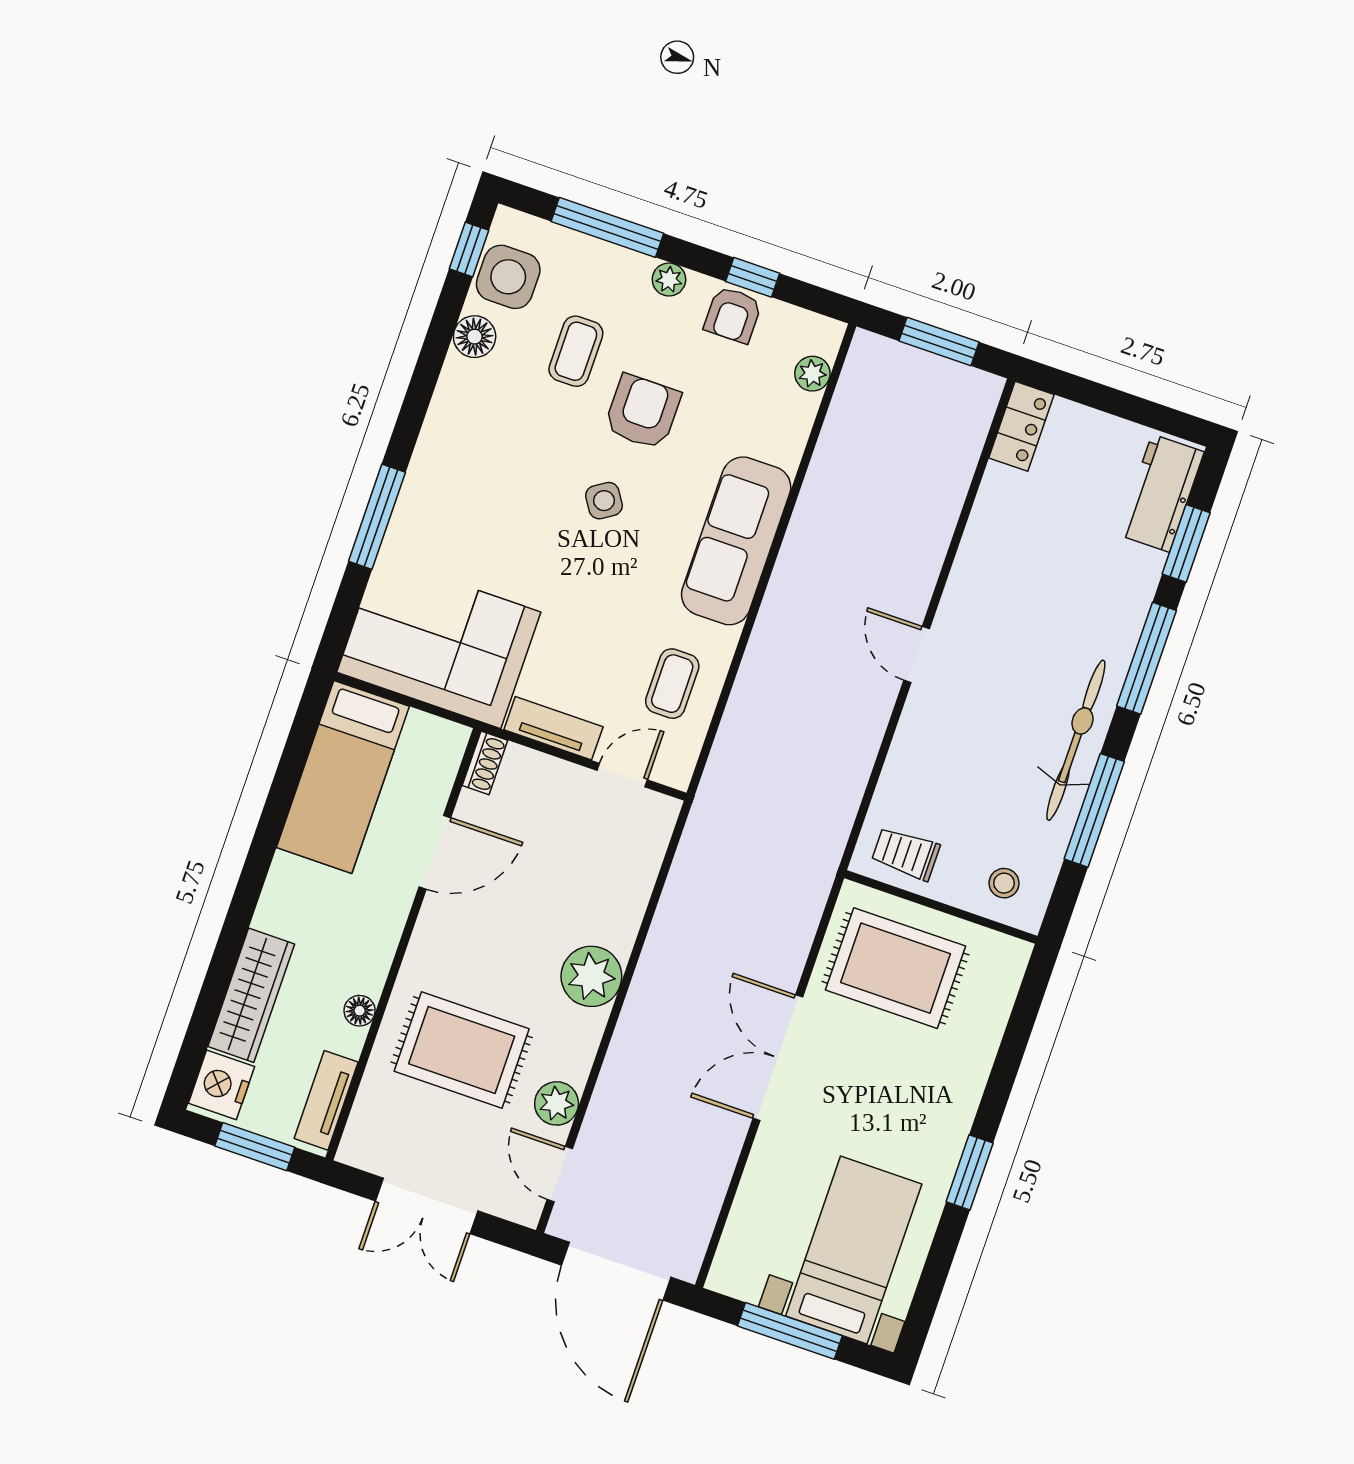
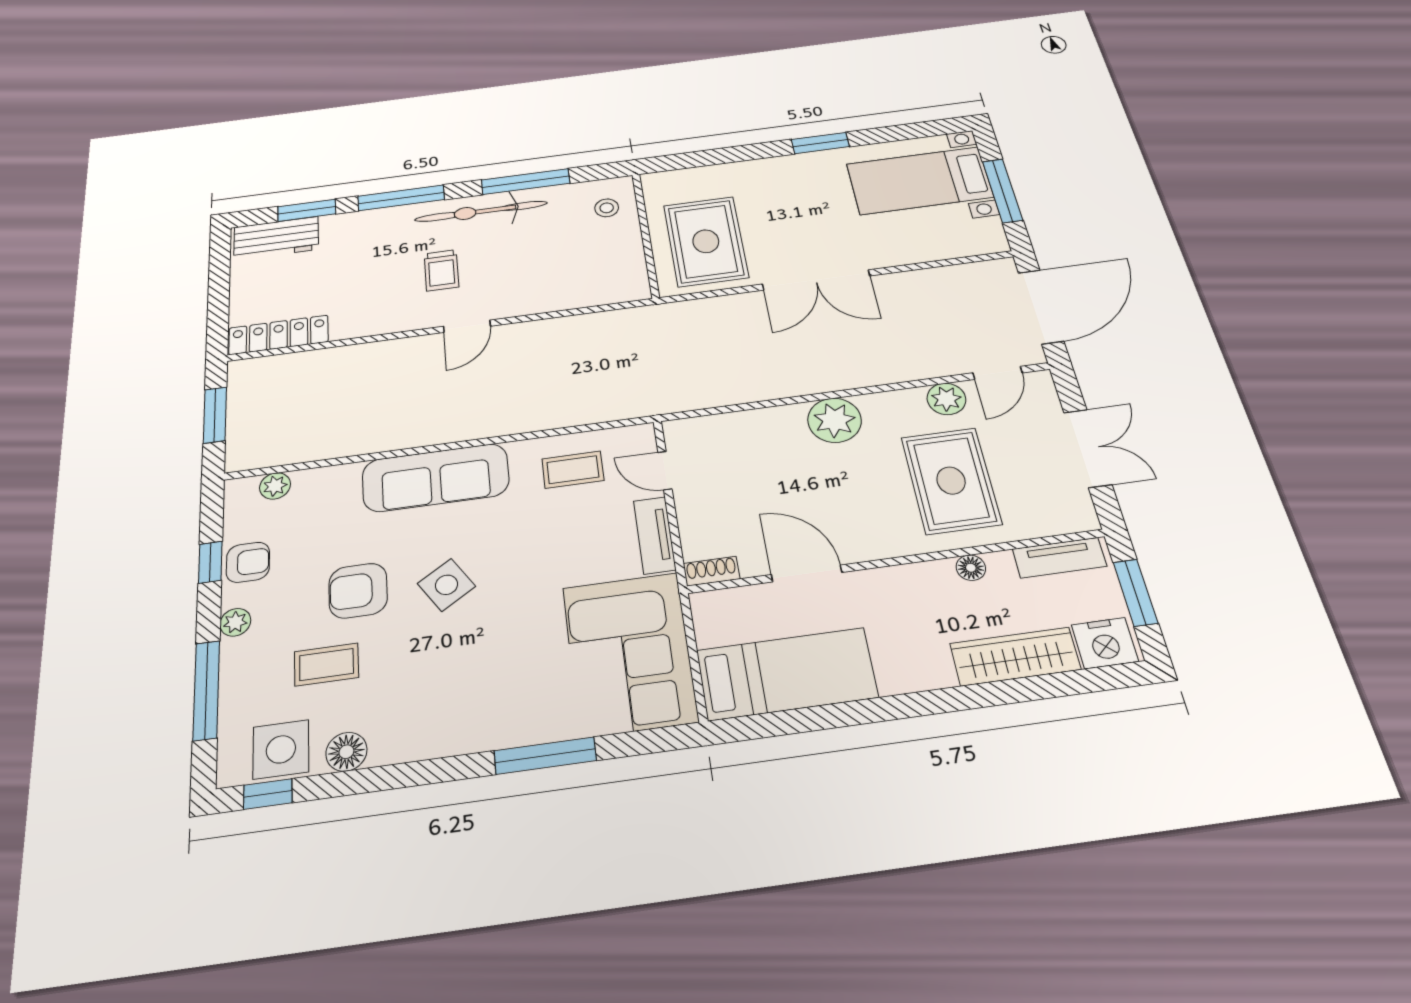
locker: (1021, 426) -> (279, 335), width x1.53
side table: (604, 501) -> (447, 585), width x1.37, depth x1.37
trolley: (906, 854) -> (441, 270), moved

